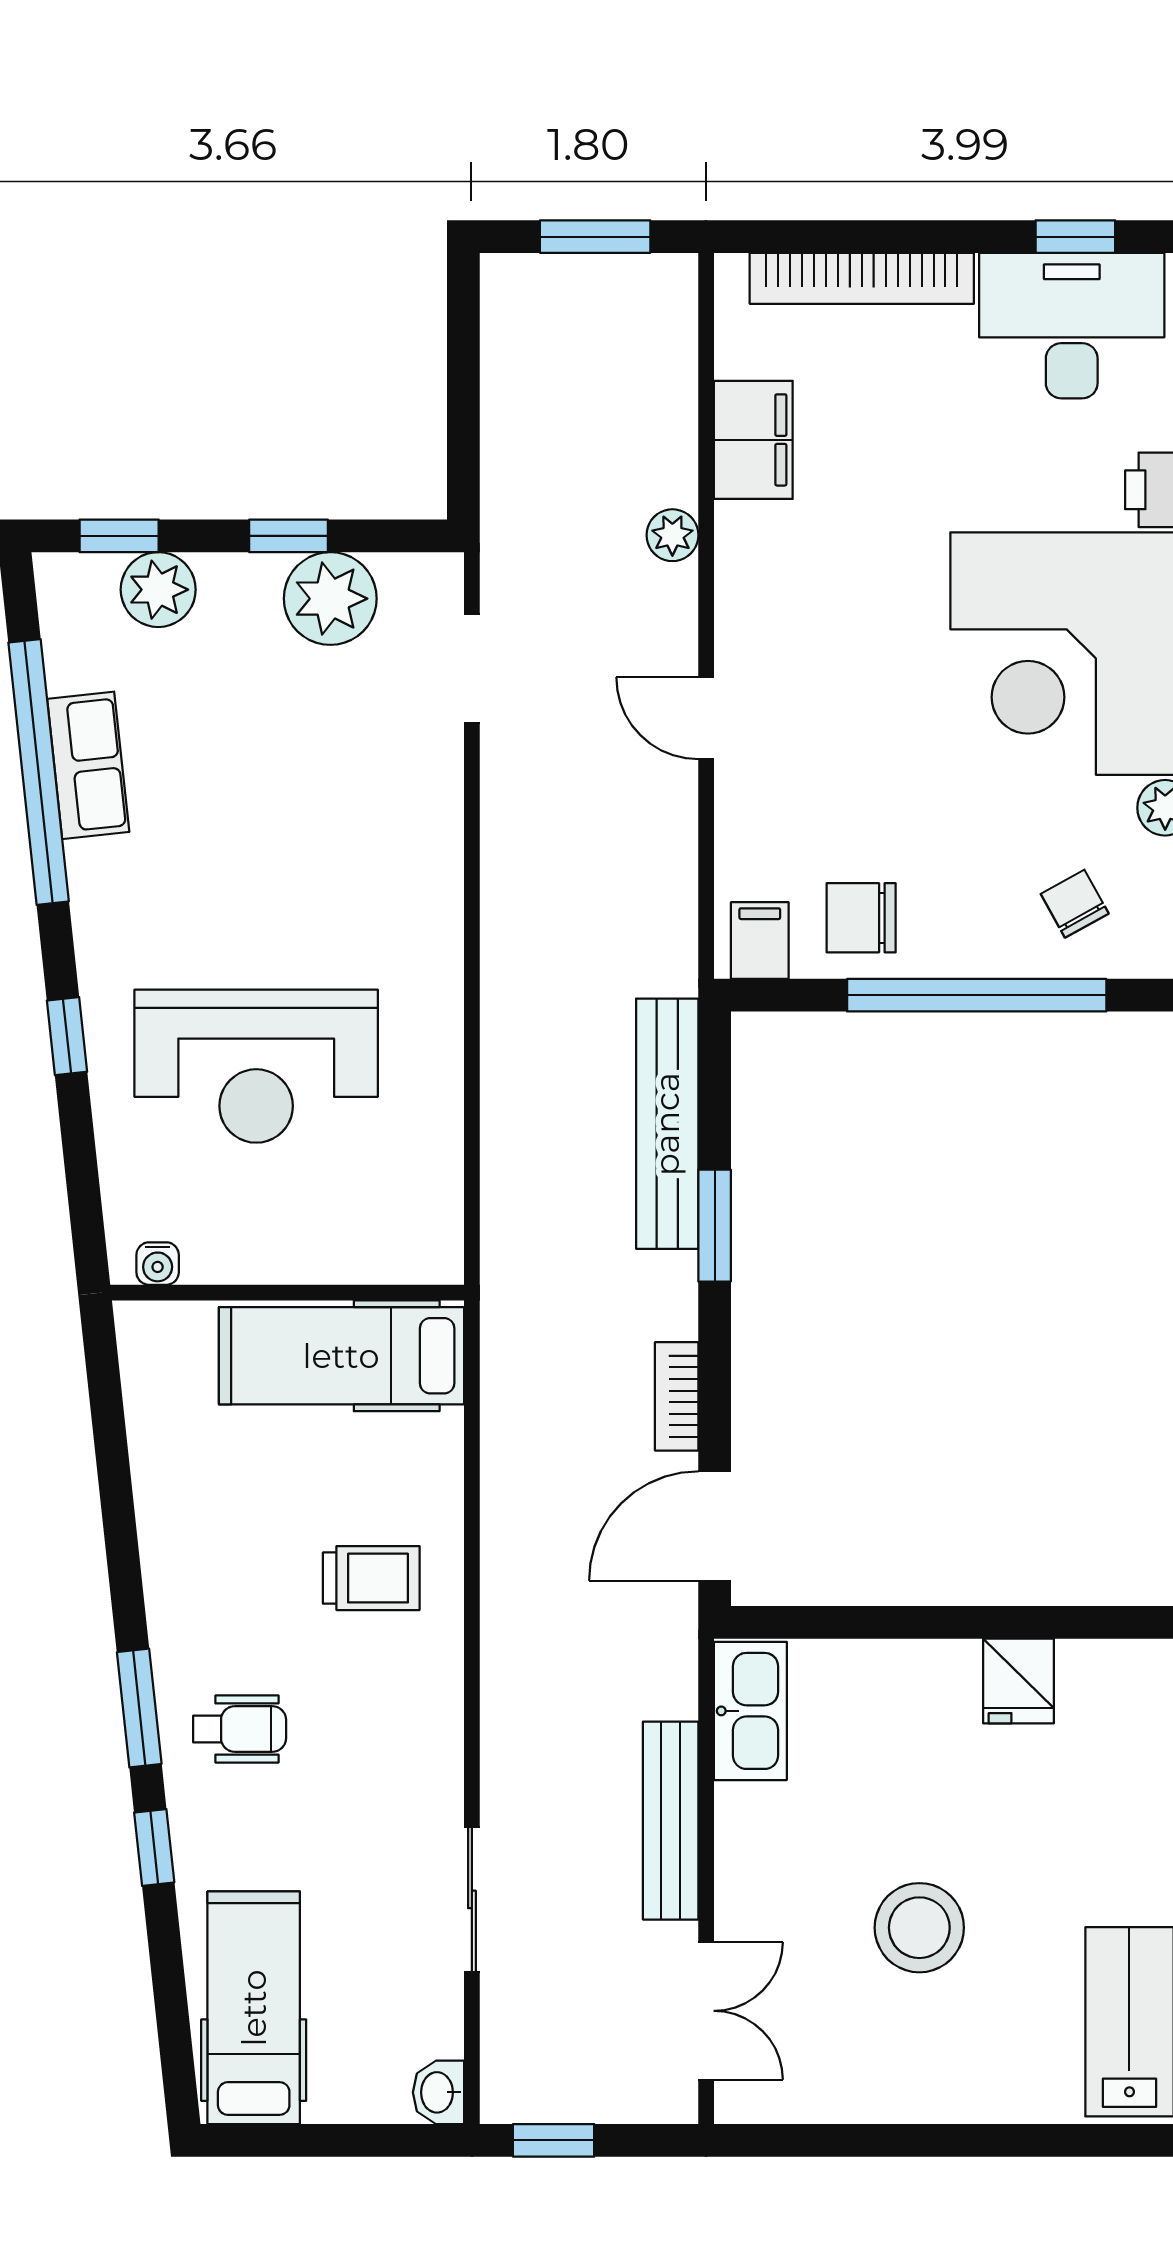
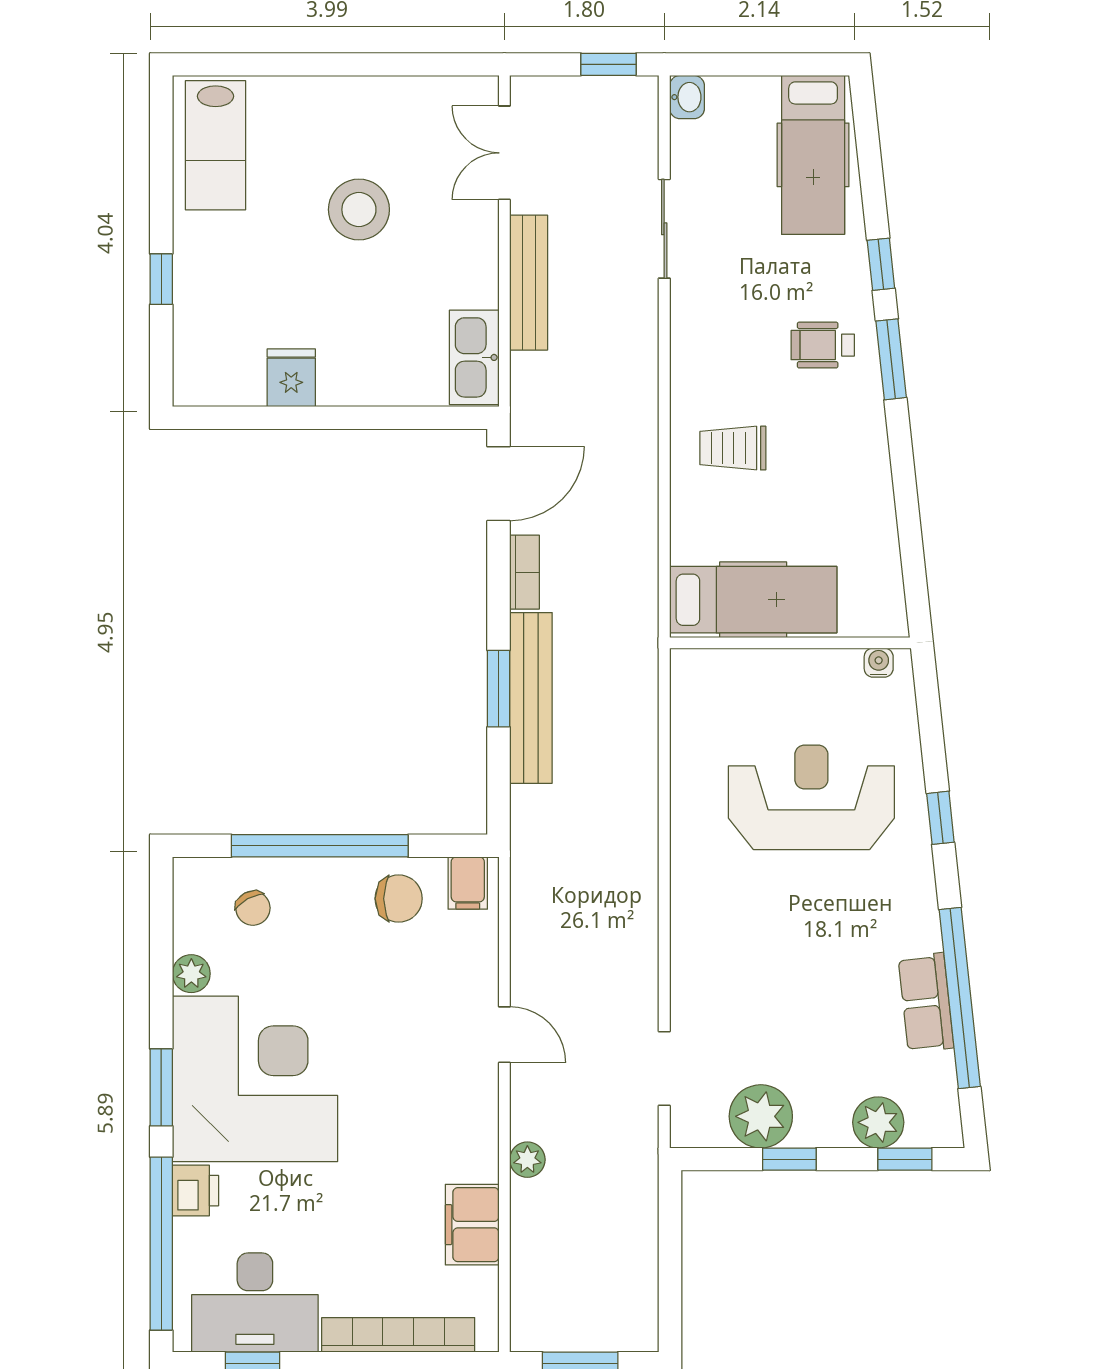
bench: (667, 1124) -> (531, 698), moved

